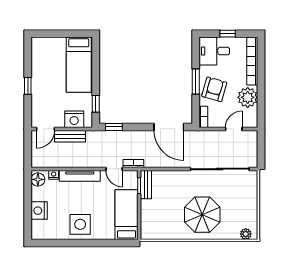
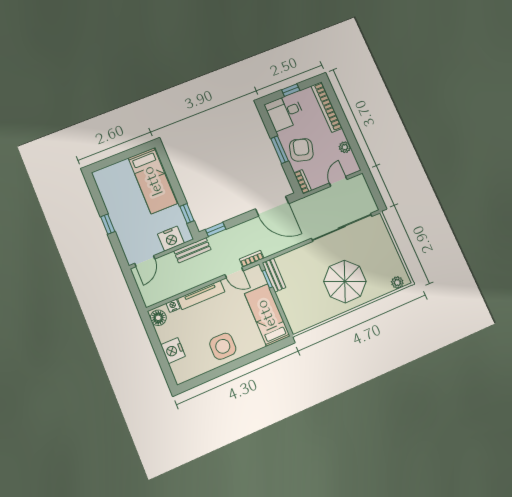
plant: (248, 97) -> (345, 147), width x0.53, depth x0.53
bench: (70, 136) -> (192, 250), moved

